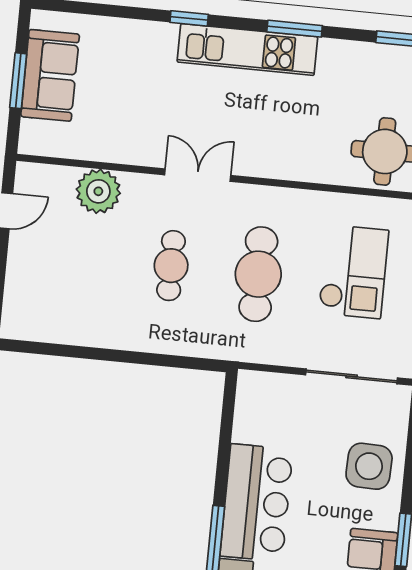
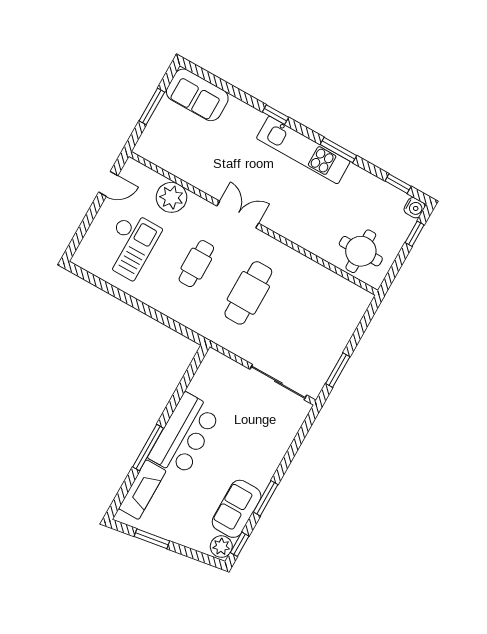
sofa: (50, 75) -> (197, 95), moved, turned 90
checkout: (354, 272) -> (130, 245), moved
side table: (369, 466) -> (265, 443), removed

